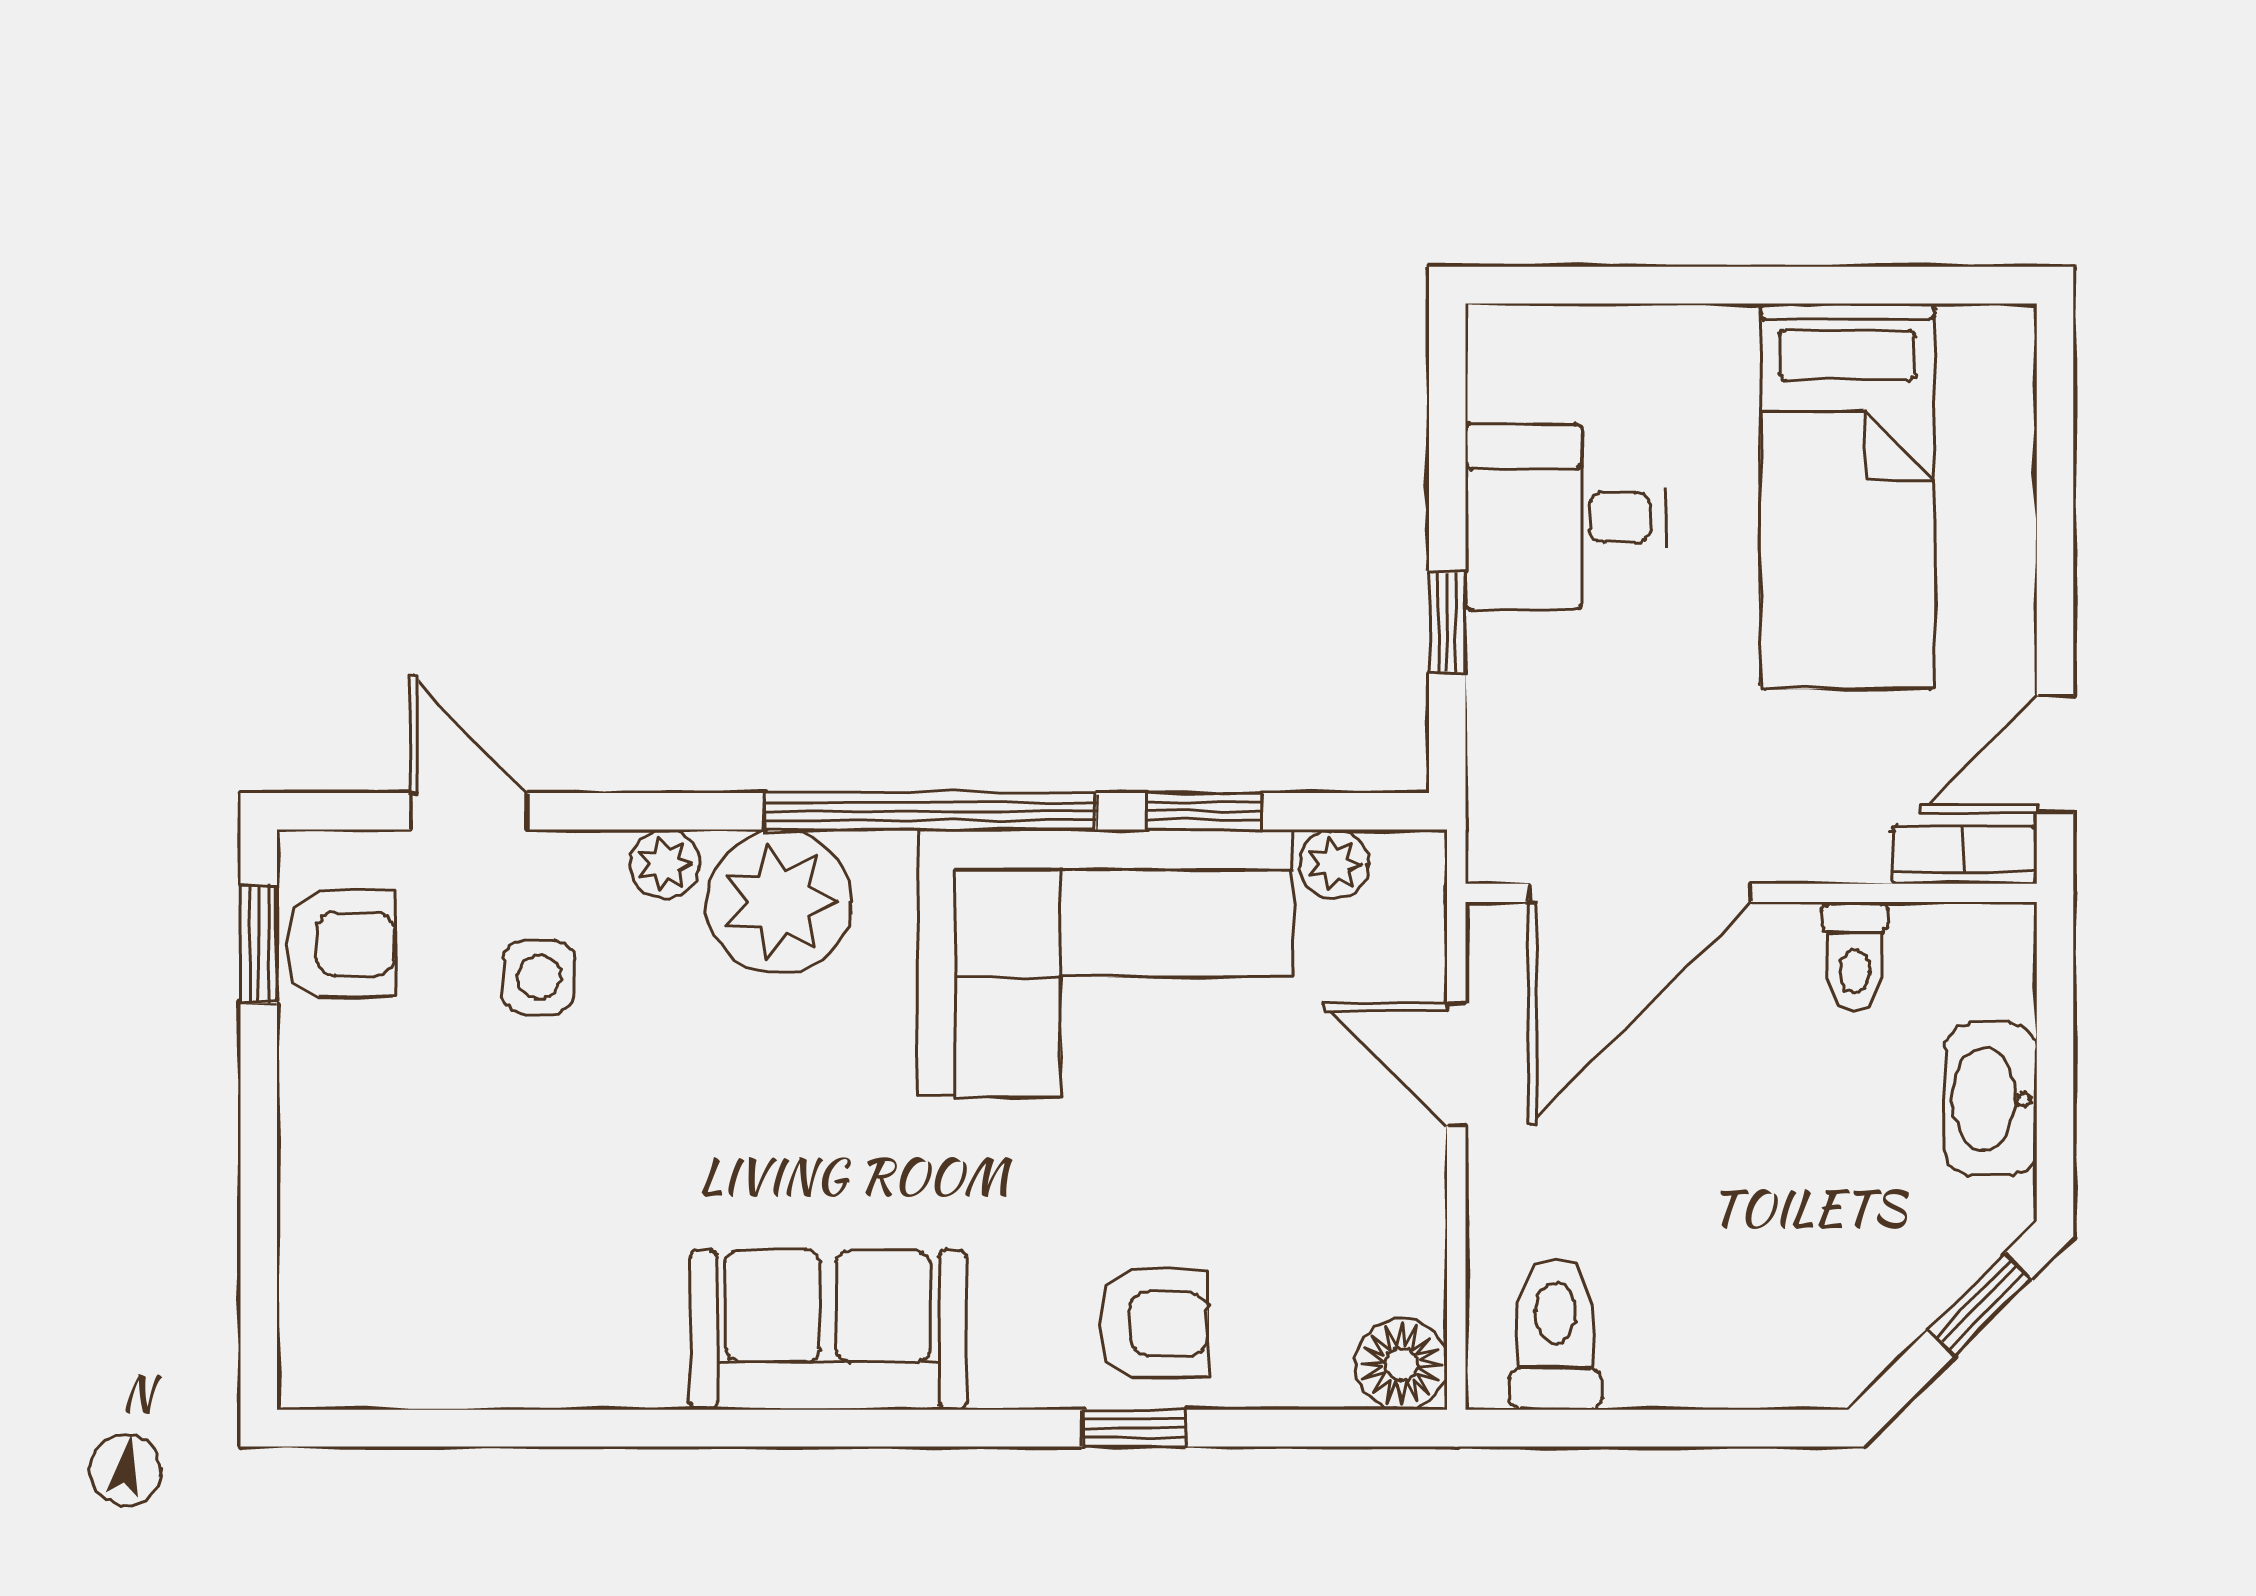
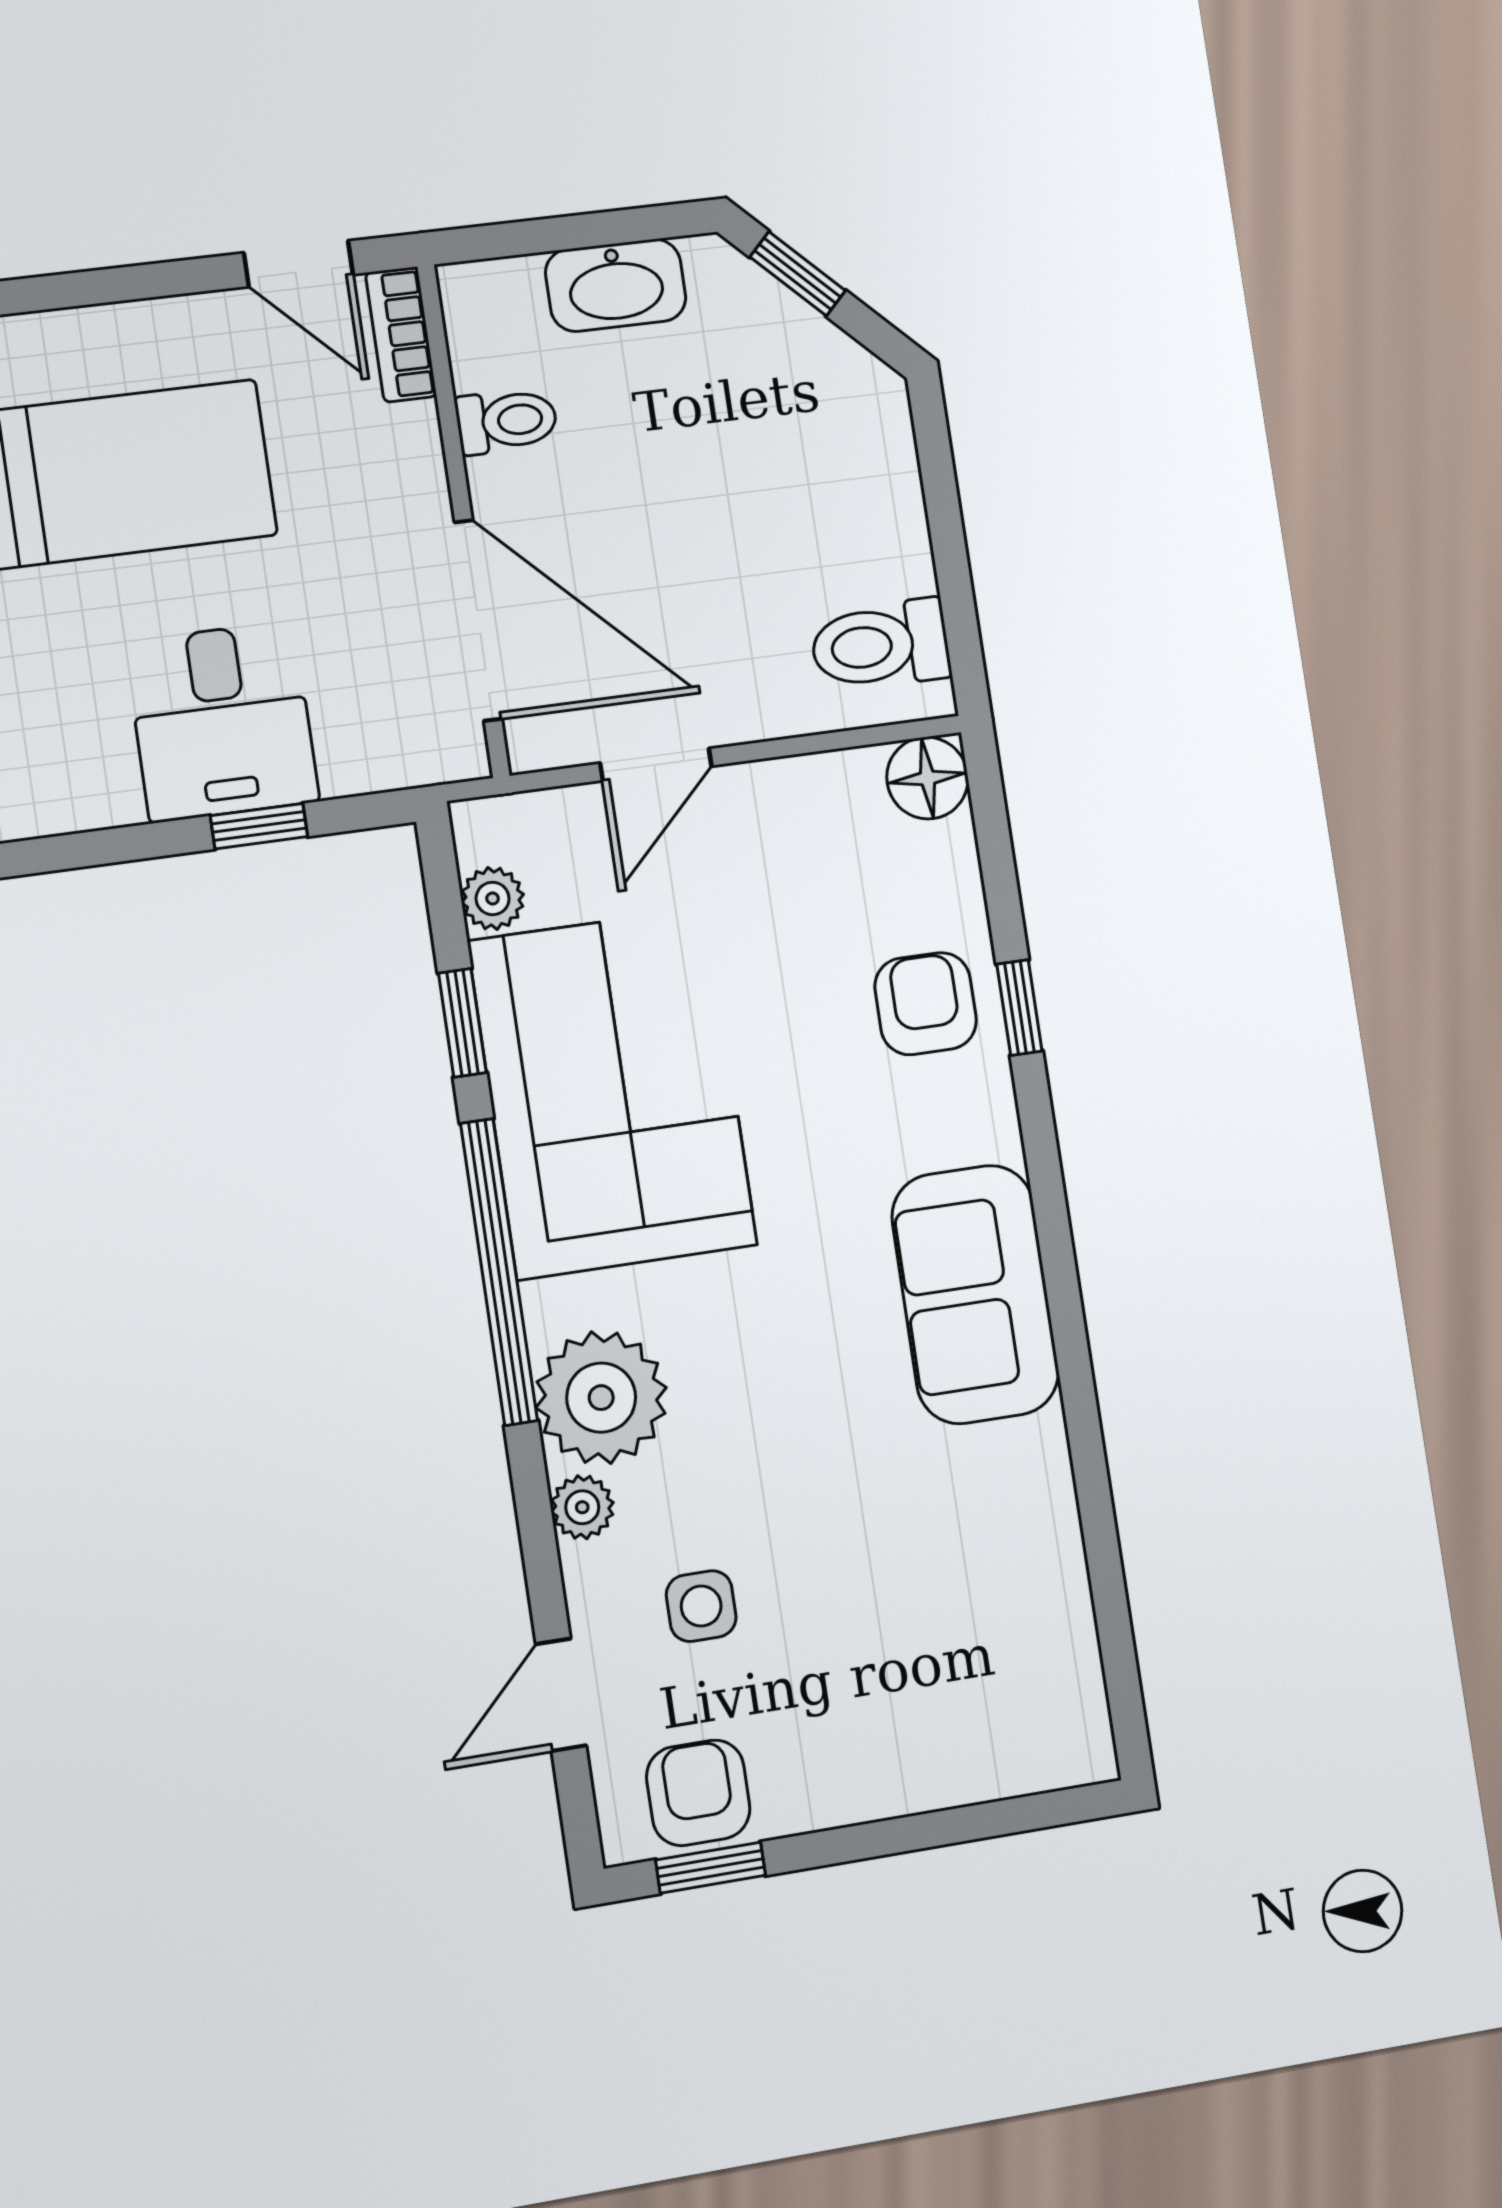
desk: (1566, 517) -> (222, 722), moved

